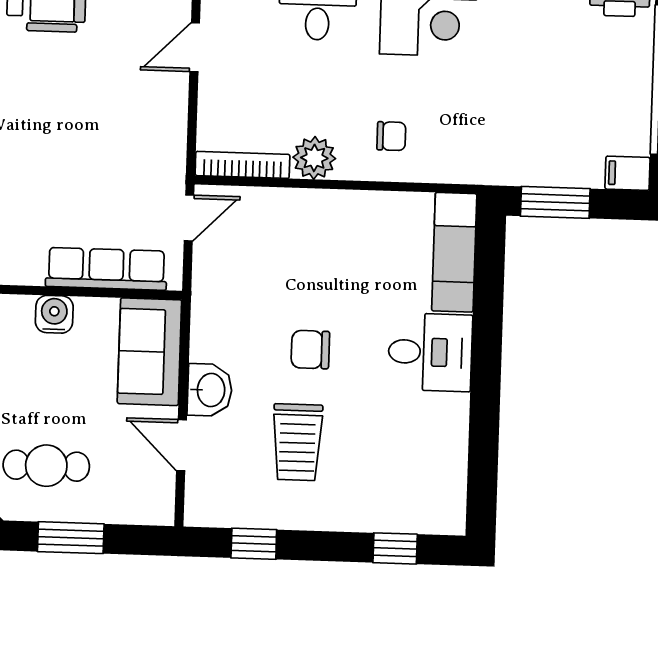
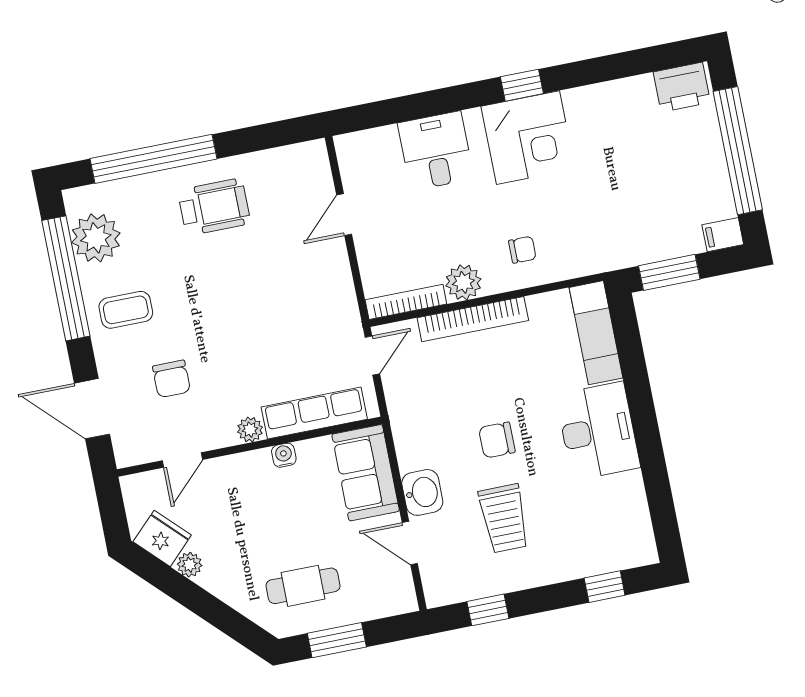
bookcase: (315, 203) -> (473, 319), added
plant: (27, 270) -> (250, 430), added
water cooler: (54, 314) -> (284, 455), width x0.72, depth x0.72
desk: (430, 352) -> (598, 431), width x1.37

